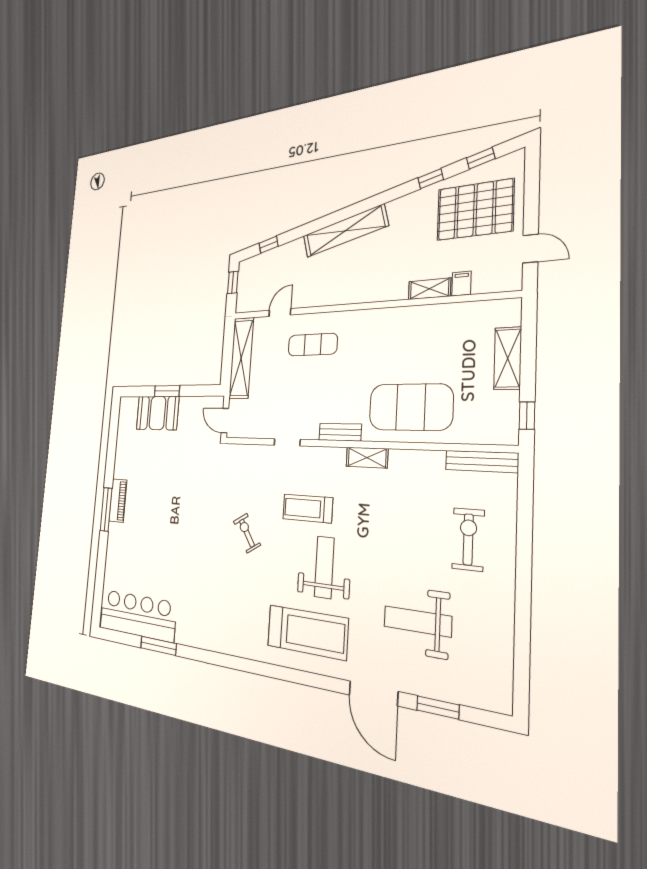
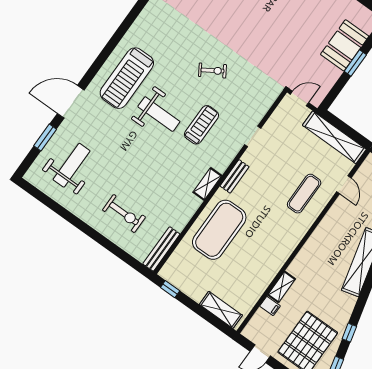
shelving: (508, 358) -> (221, 310), moved
weight bench: (417, 621) -> (72, 165), moved

